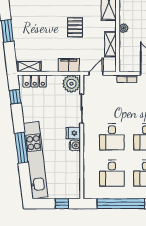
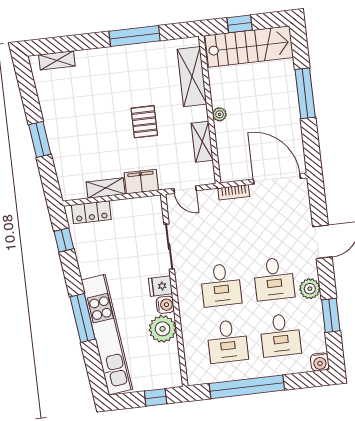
shelving: (29, 67) -> (106, 188), moved
door: (96, 73) -> (185, 190), swing flipped
plant: (71, 84) -> (163, 329), moved

